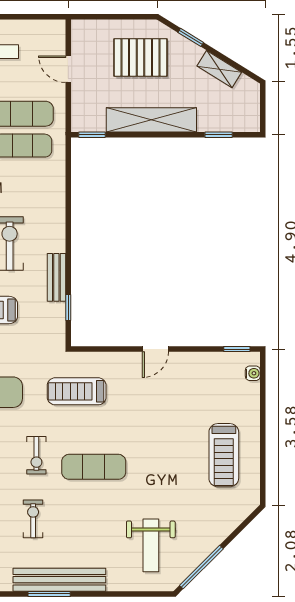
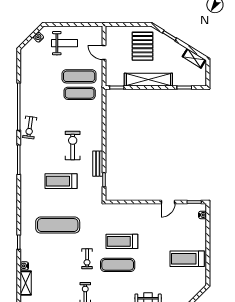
pallet: (140, 57) -> (143, 46), turned 90
shelving: (219, 69) -> (194, 58), moved
door: (155, 349) -> (168, 202), moved
treadmill: (77, 391) -> (122, 241), moved
treadmill: (224, 455) -> (187, 259), turned 90

